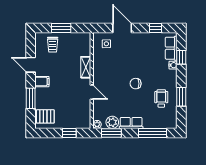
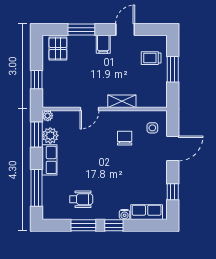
window: (181, 57) -> (114, 225), moved
chair: (136, 84) -> (125, 138), moved

